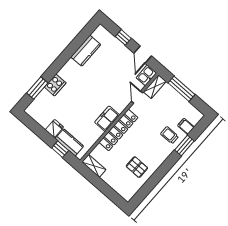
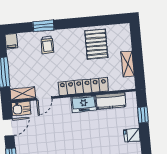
filing cabinet: (186, 126) -> (11, 41), moved
kitchen counter: (69, 142) -> (111, 101), moved, turned -90
shelving: (94, 166) -> (128, 64), moved
pallet: (137, 167) -> (96, 44), width x1.50, depth x1.42

